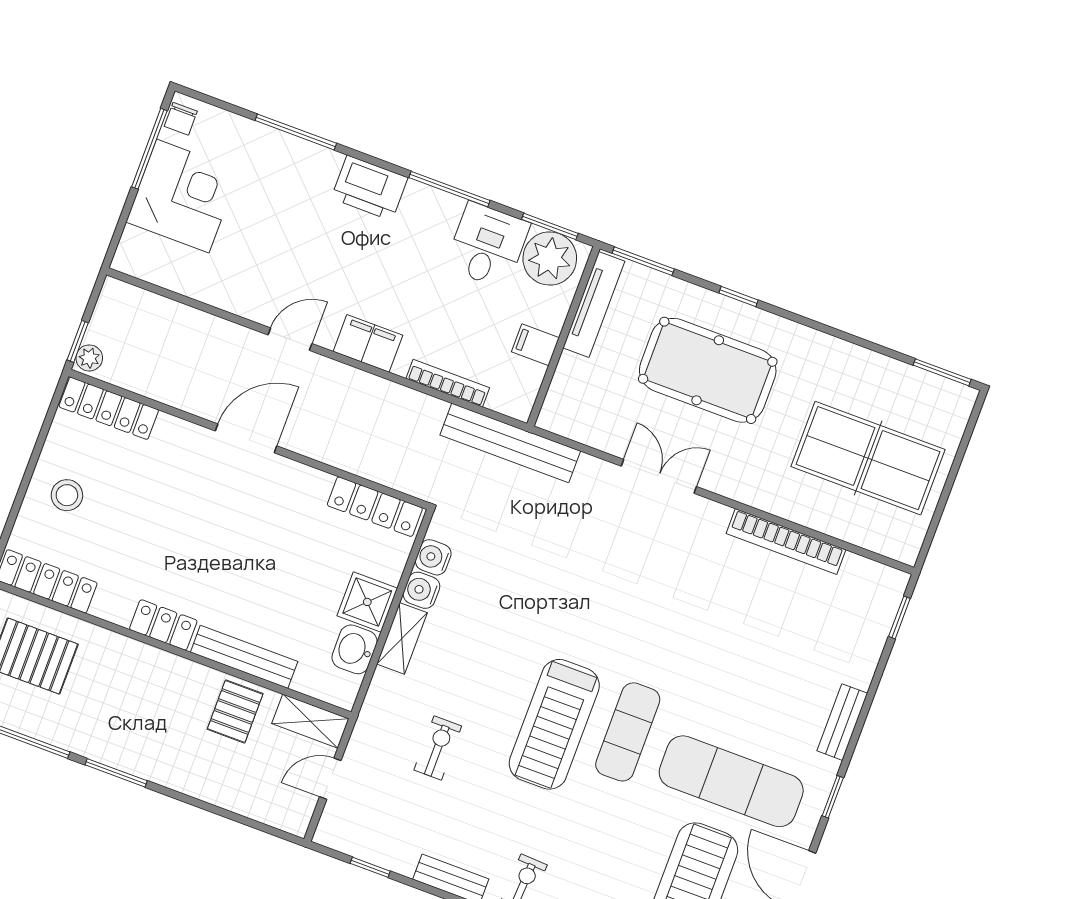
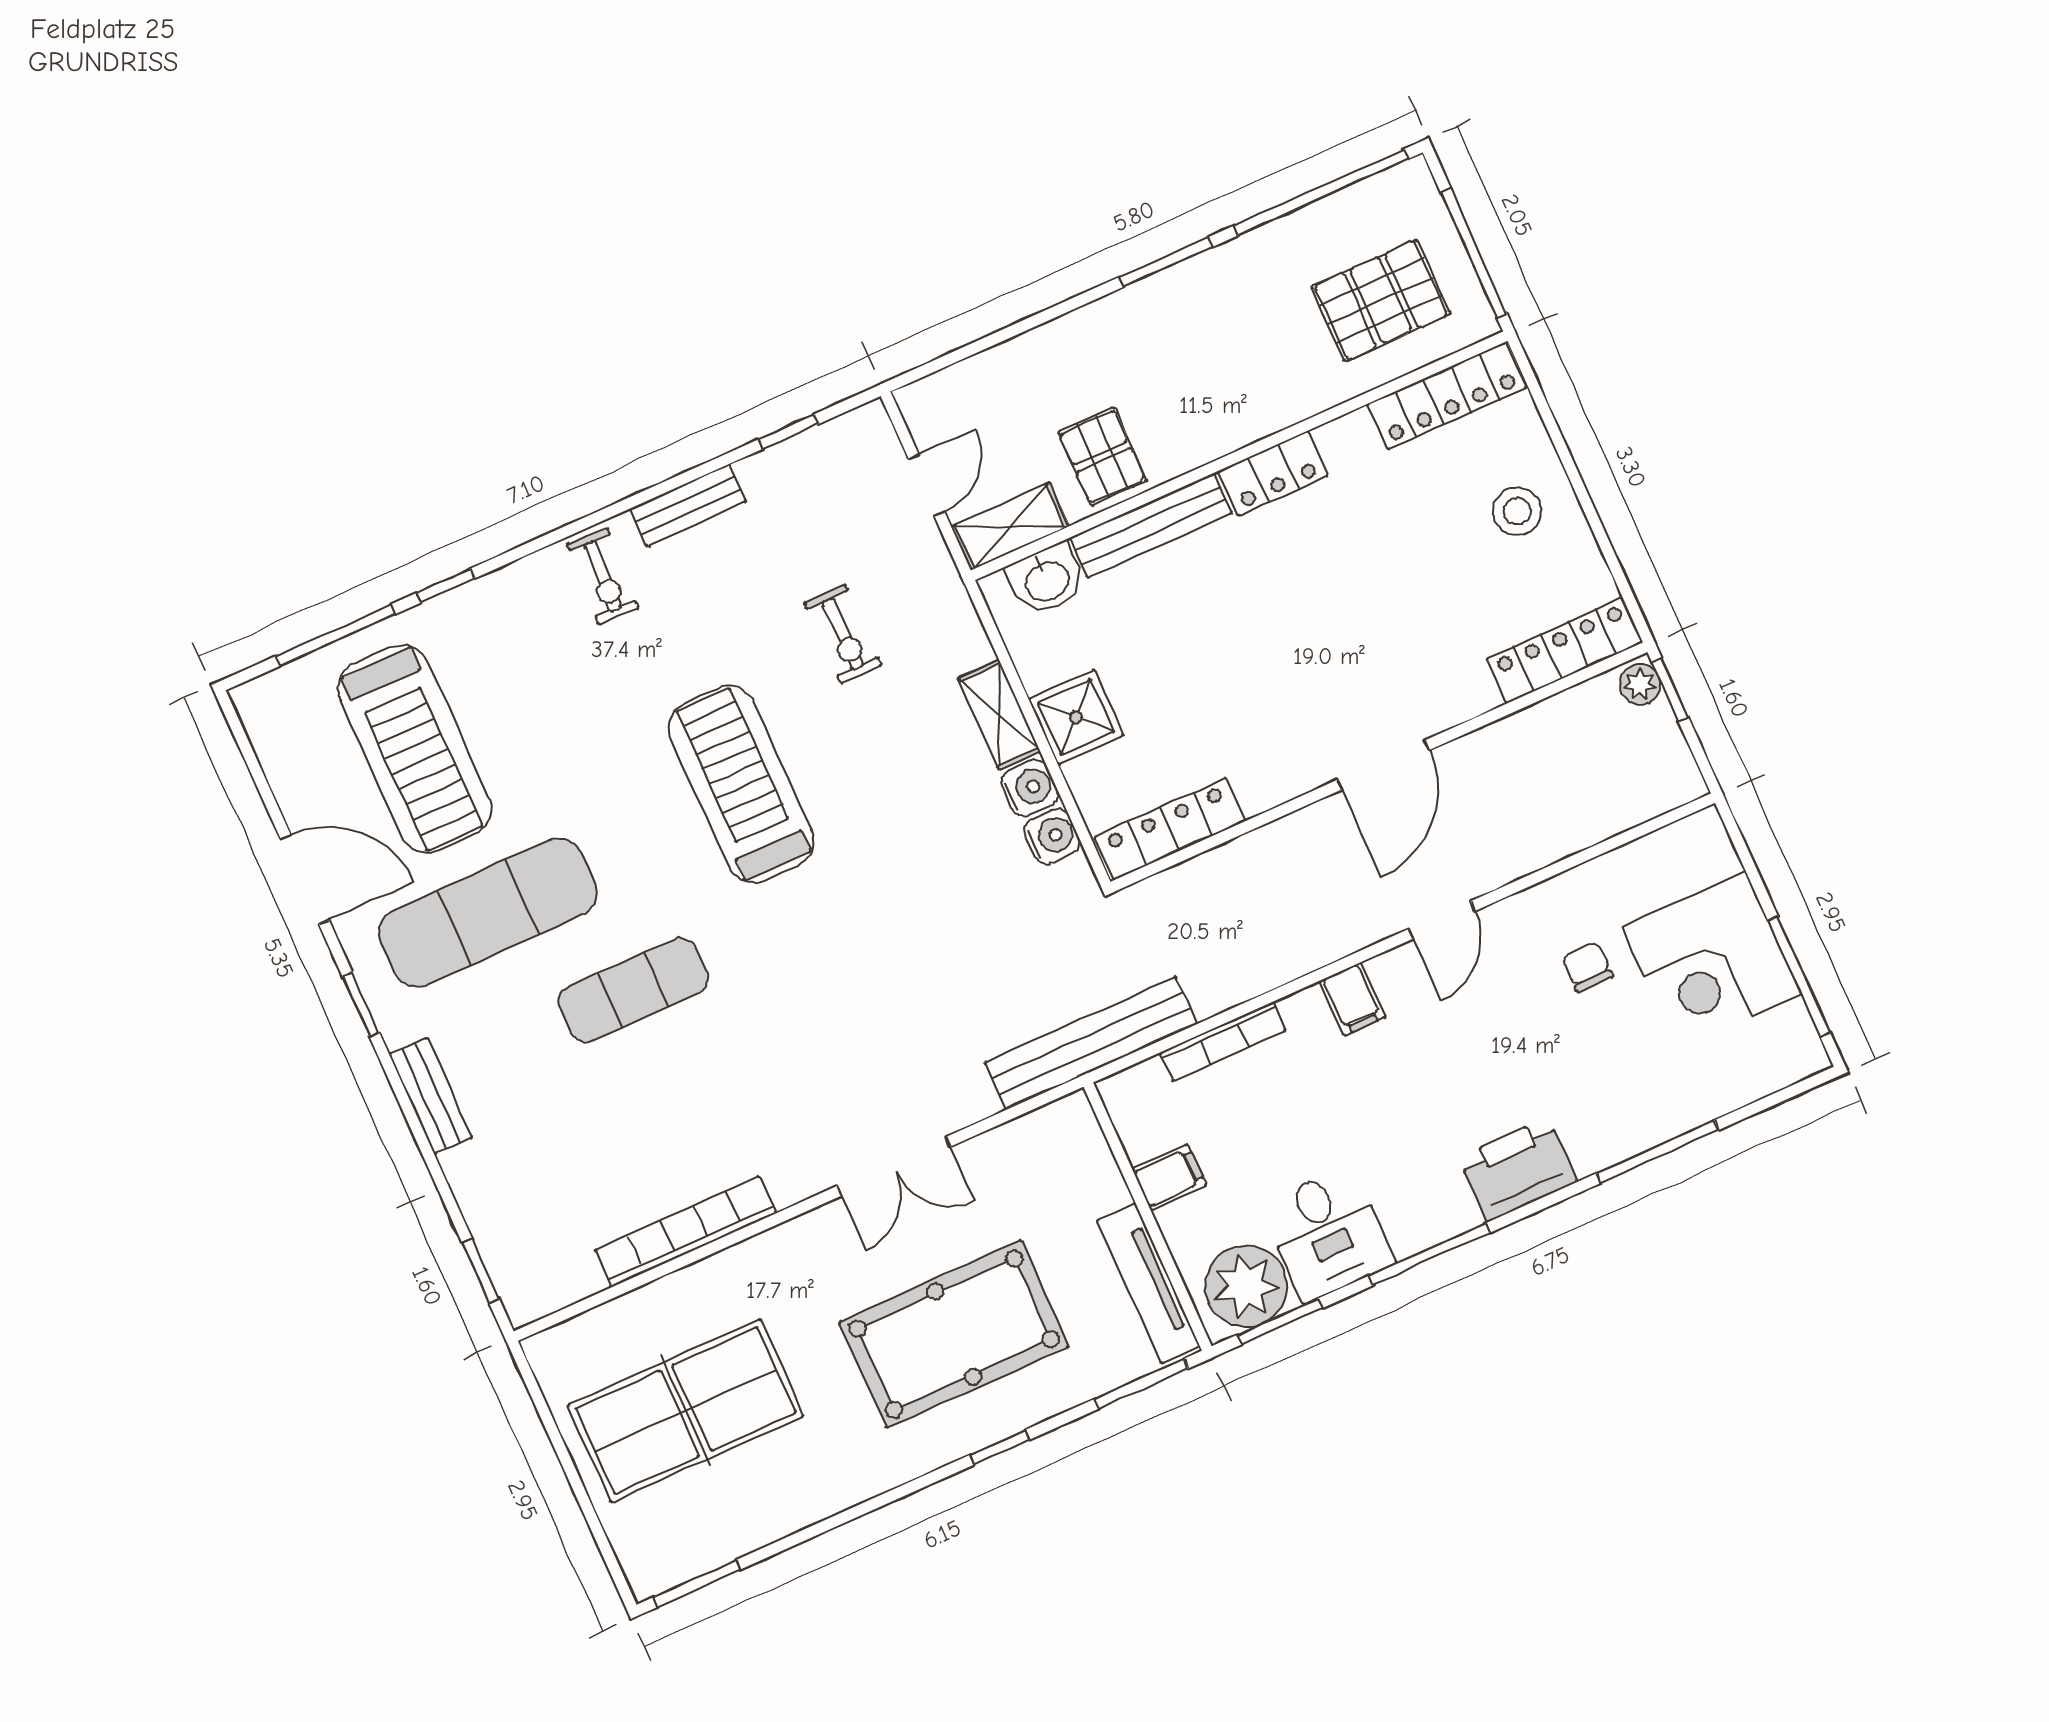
chair: (181, 119) -> (1587, 967), moved
filing cabinet: (368, 343) -> (1352, 999), width x0.50
washbasin: (354, 649) -> (1046, 580), moved, turned 90
exercise mat: (628, 732) -> (633, 990), moved, turned 90

